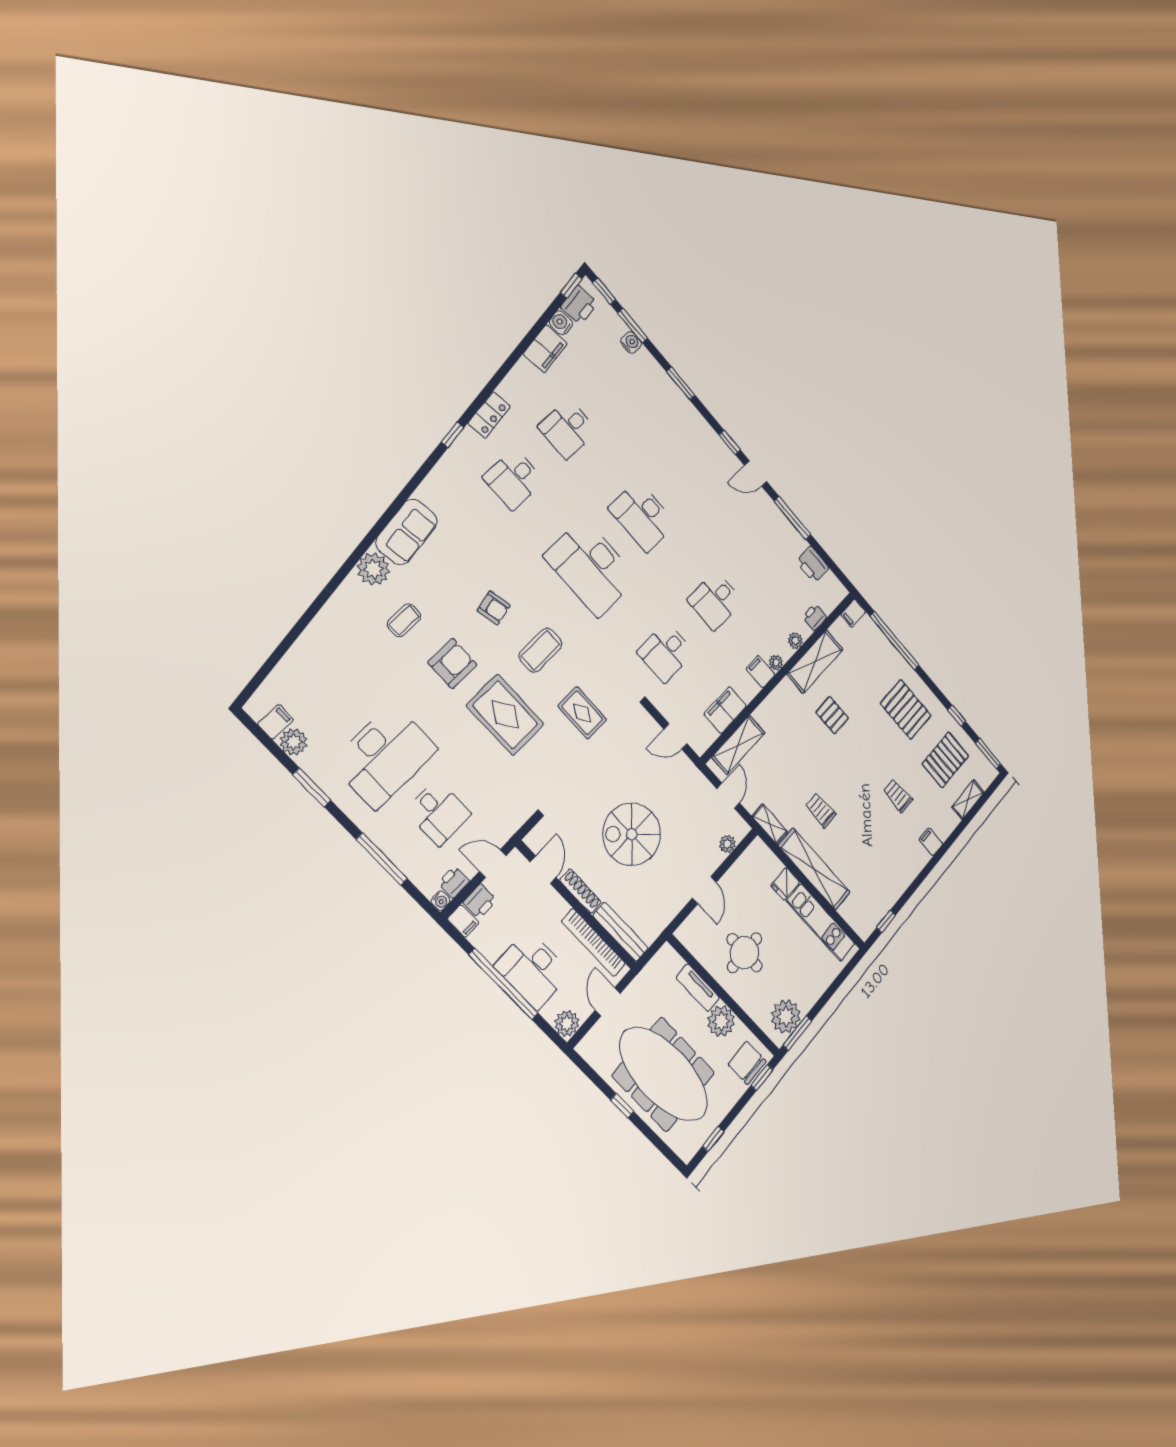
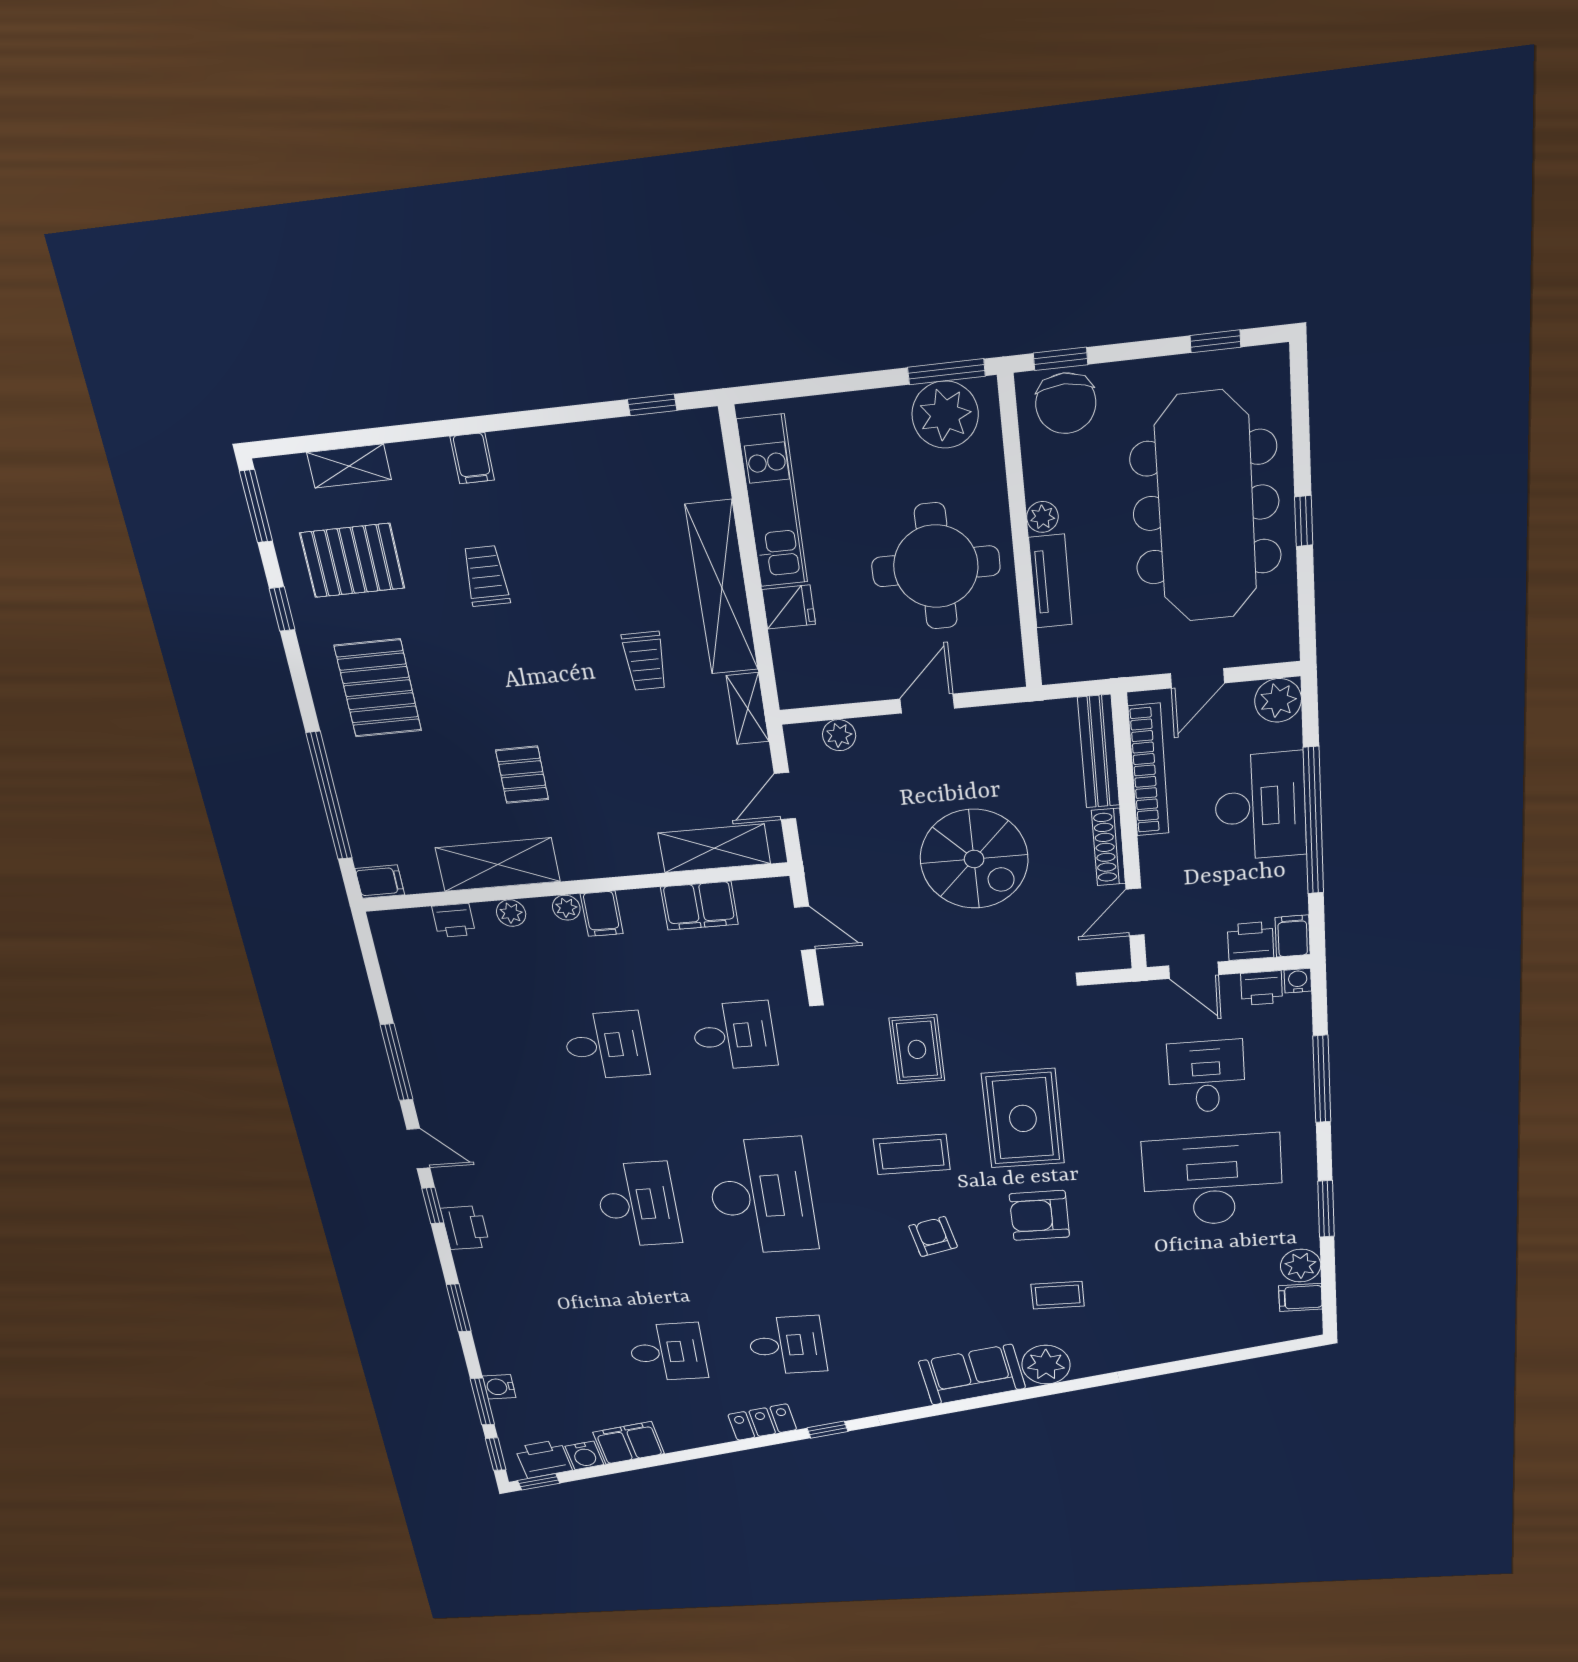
printer: (813, 565) -> (465, 1228), moved
trolley: (898, 796) -> (486, 576), turned 180
round table: (745, 953) -> (936, 566), width x1.36, depth x1.36
plant: (721, 1021) -> (1042, 517), width x0.53, depth x0.53

